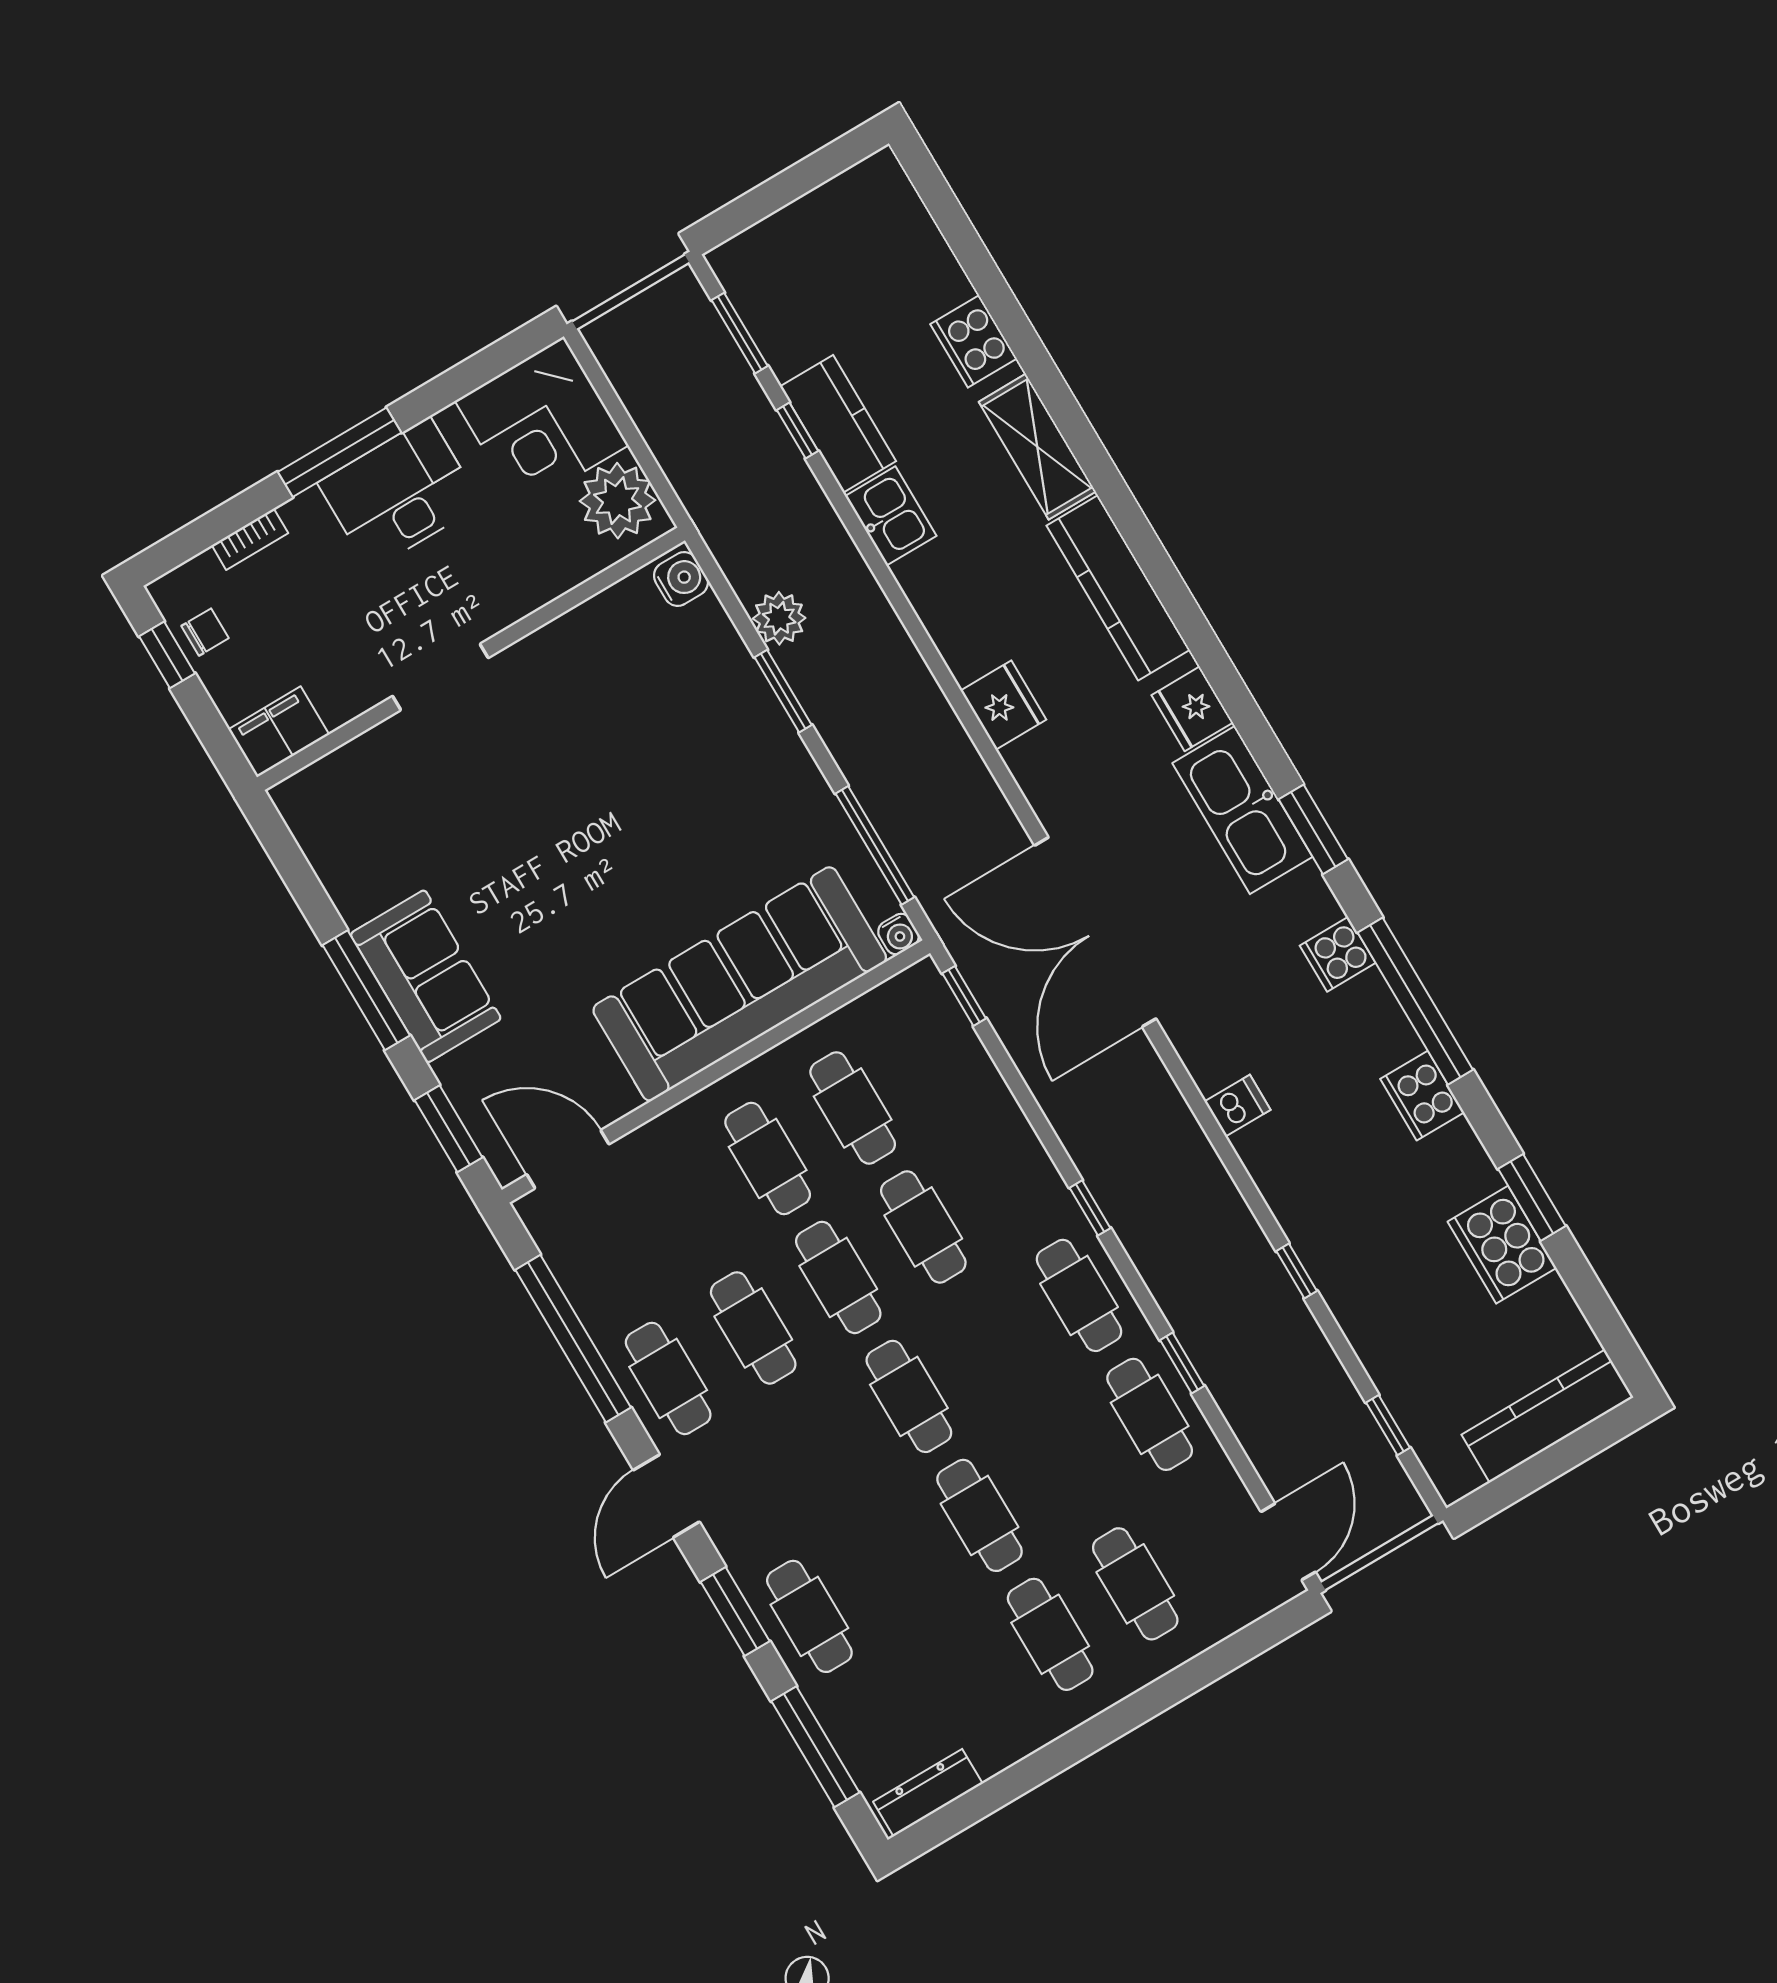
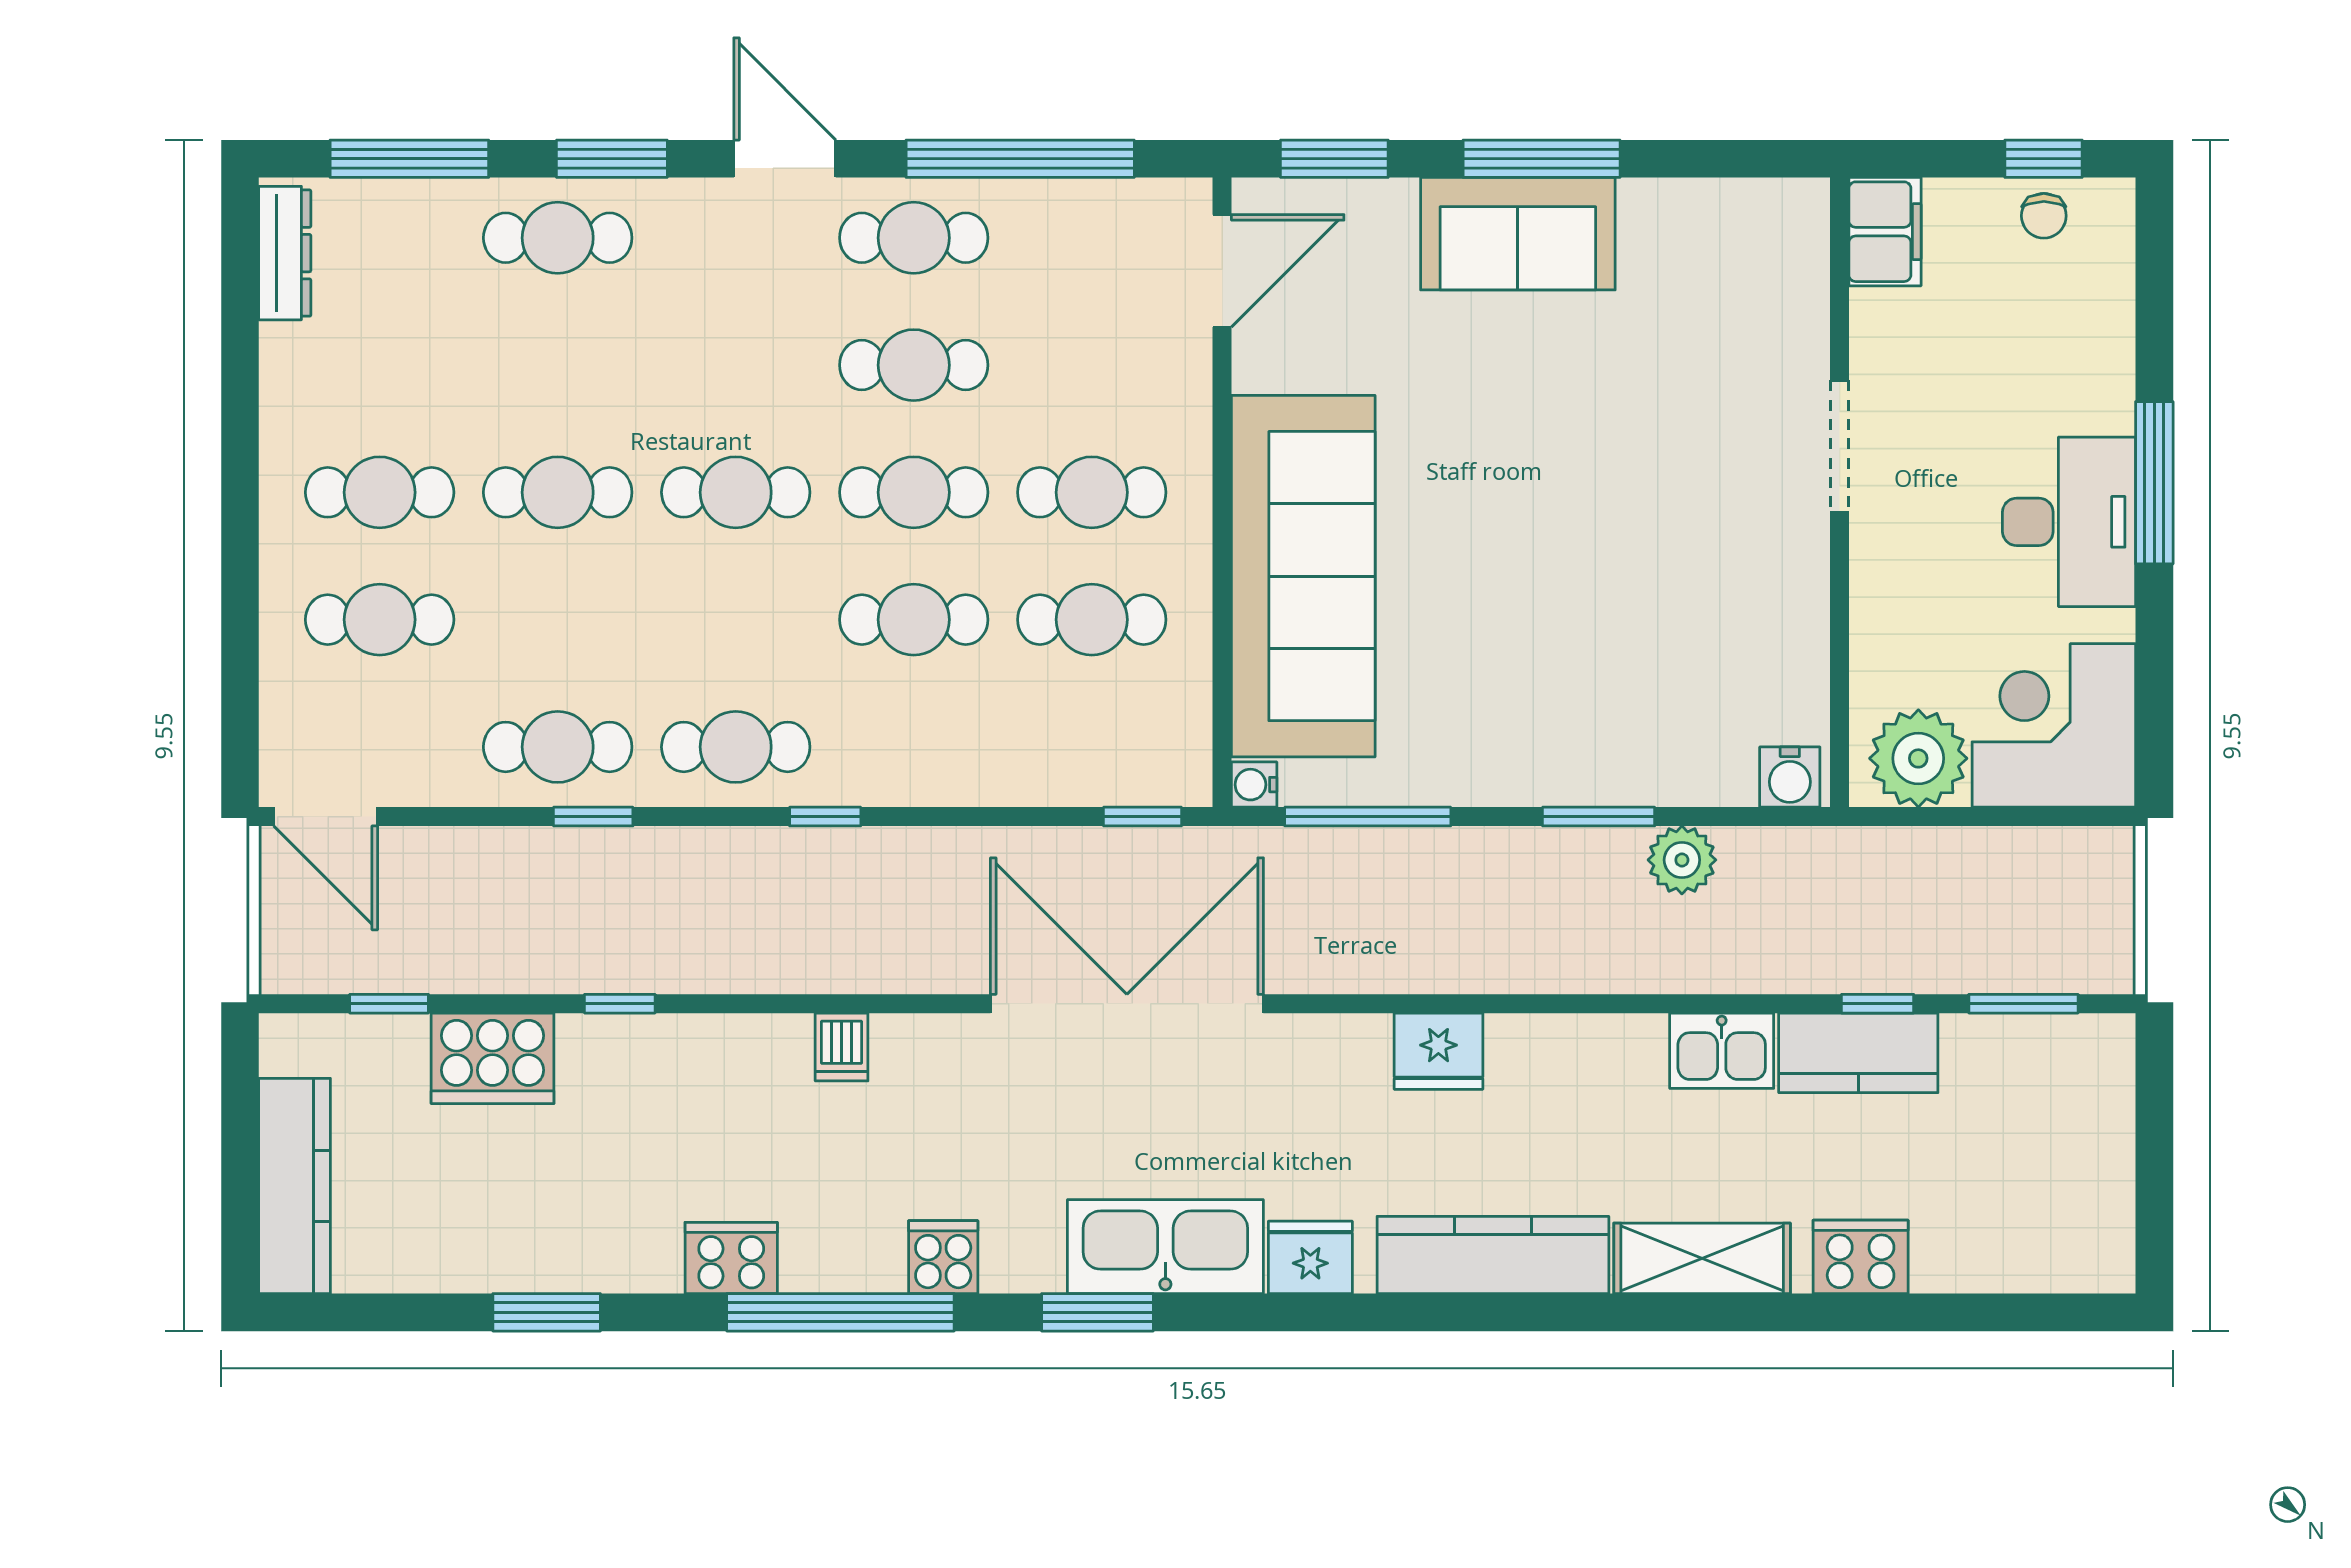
bookcase: (250, 539) -> (2117, 326), removed
cooker: (1502, 1245) -> (493, 1058), moved, turned 180

